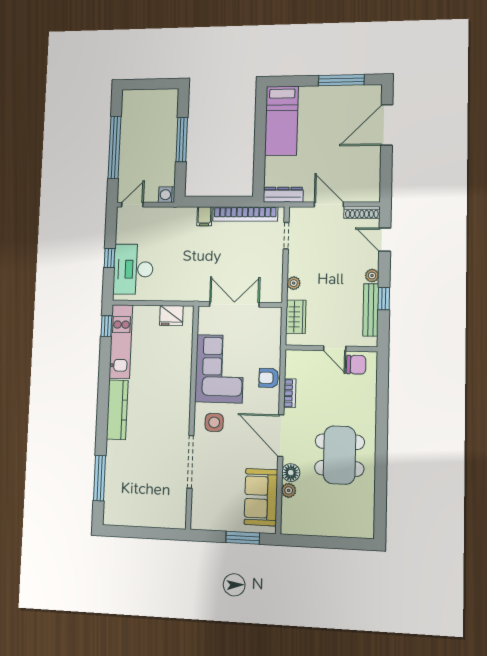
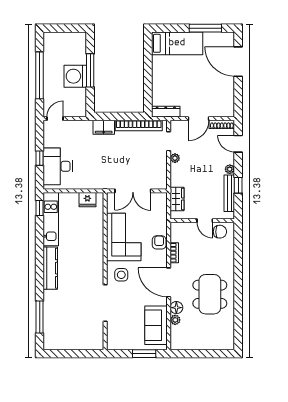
bed: (281, 121) -> (177, 43), moved, turned -90
door: (387, 125) -> (238, 62), hinge flipped
washing machine: (167, 195) -> (75, 76), moved, width x1.89, depth x1.89
door: (329, 204) -> (198, 119), swing flipped
filing cabinet: (204, 216) -> (104, 127), width x2.00
plant: (294, 283) -> (175, 158), moved
double door: (234, 304) -> (133, 191), swing flipped
armchair: (269, 378) -> (159, 242), turned 90

